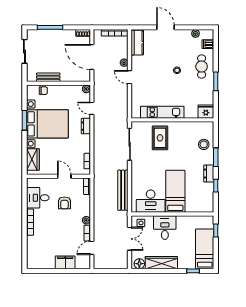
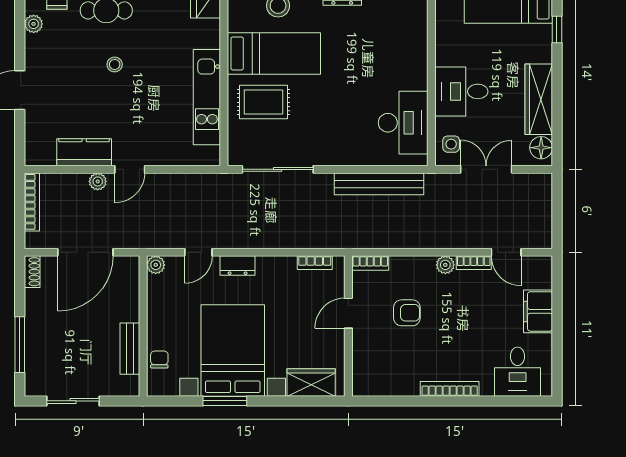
kitchen counter: (137, 43) -> (84, 152), moved
bed: (175, 191) -> (274, 53), moved, turned 180
desk: (38, 198) -> (518, 372), moved

